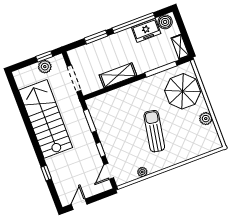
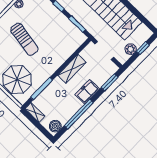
freezer: (146, 30) -> (87, 92), moved
window: (96, 37) -> (110, 82), moved
window: (44, 57) -> (143, 48), moved

